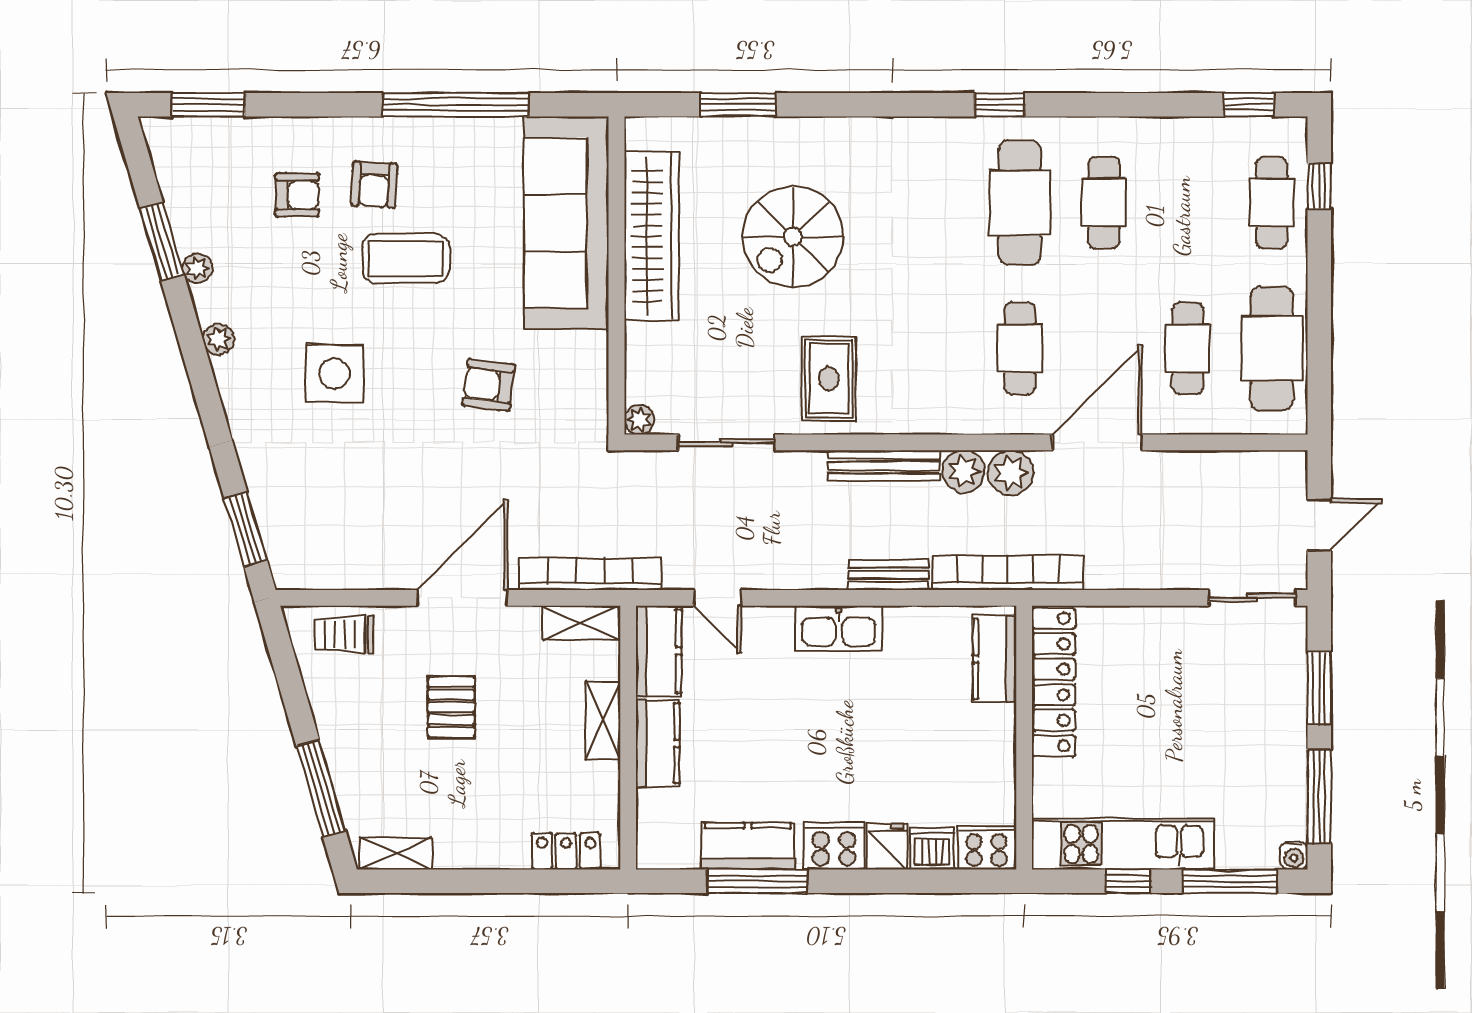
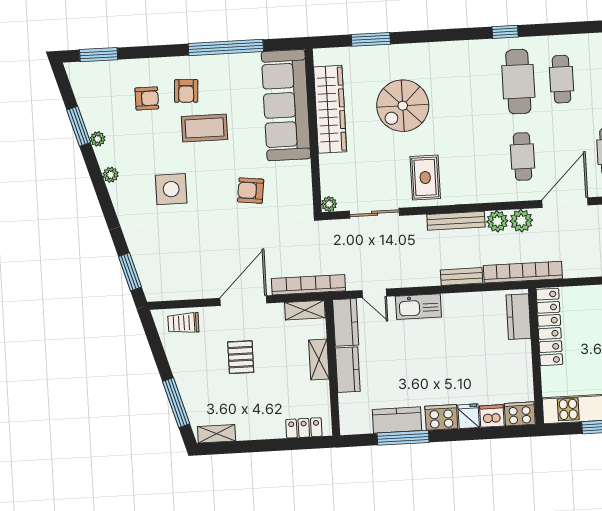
kitchen sink: (839, 628) -> (418, 307), moved

